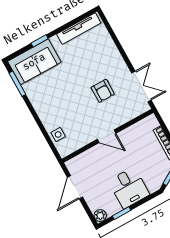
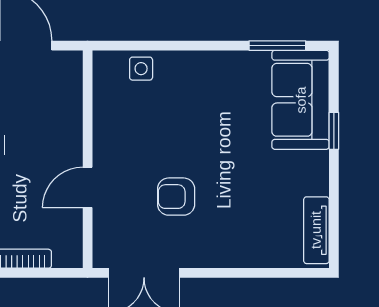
tv unit: (79, 29) -> (316, 230), width x0.71
door: (107, 136) -> (88, 187), moved

